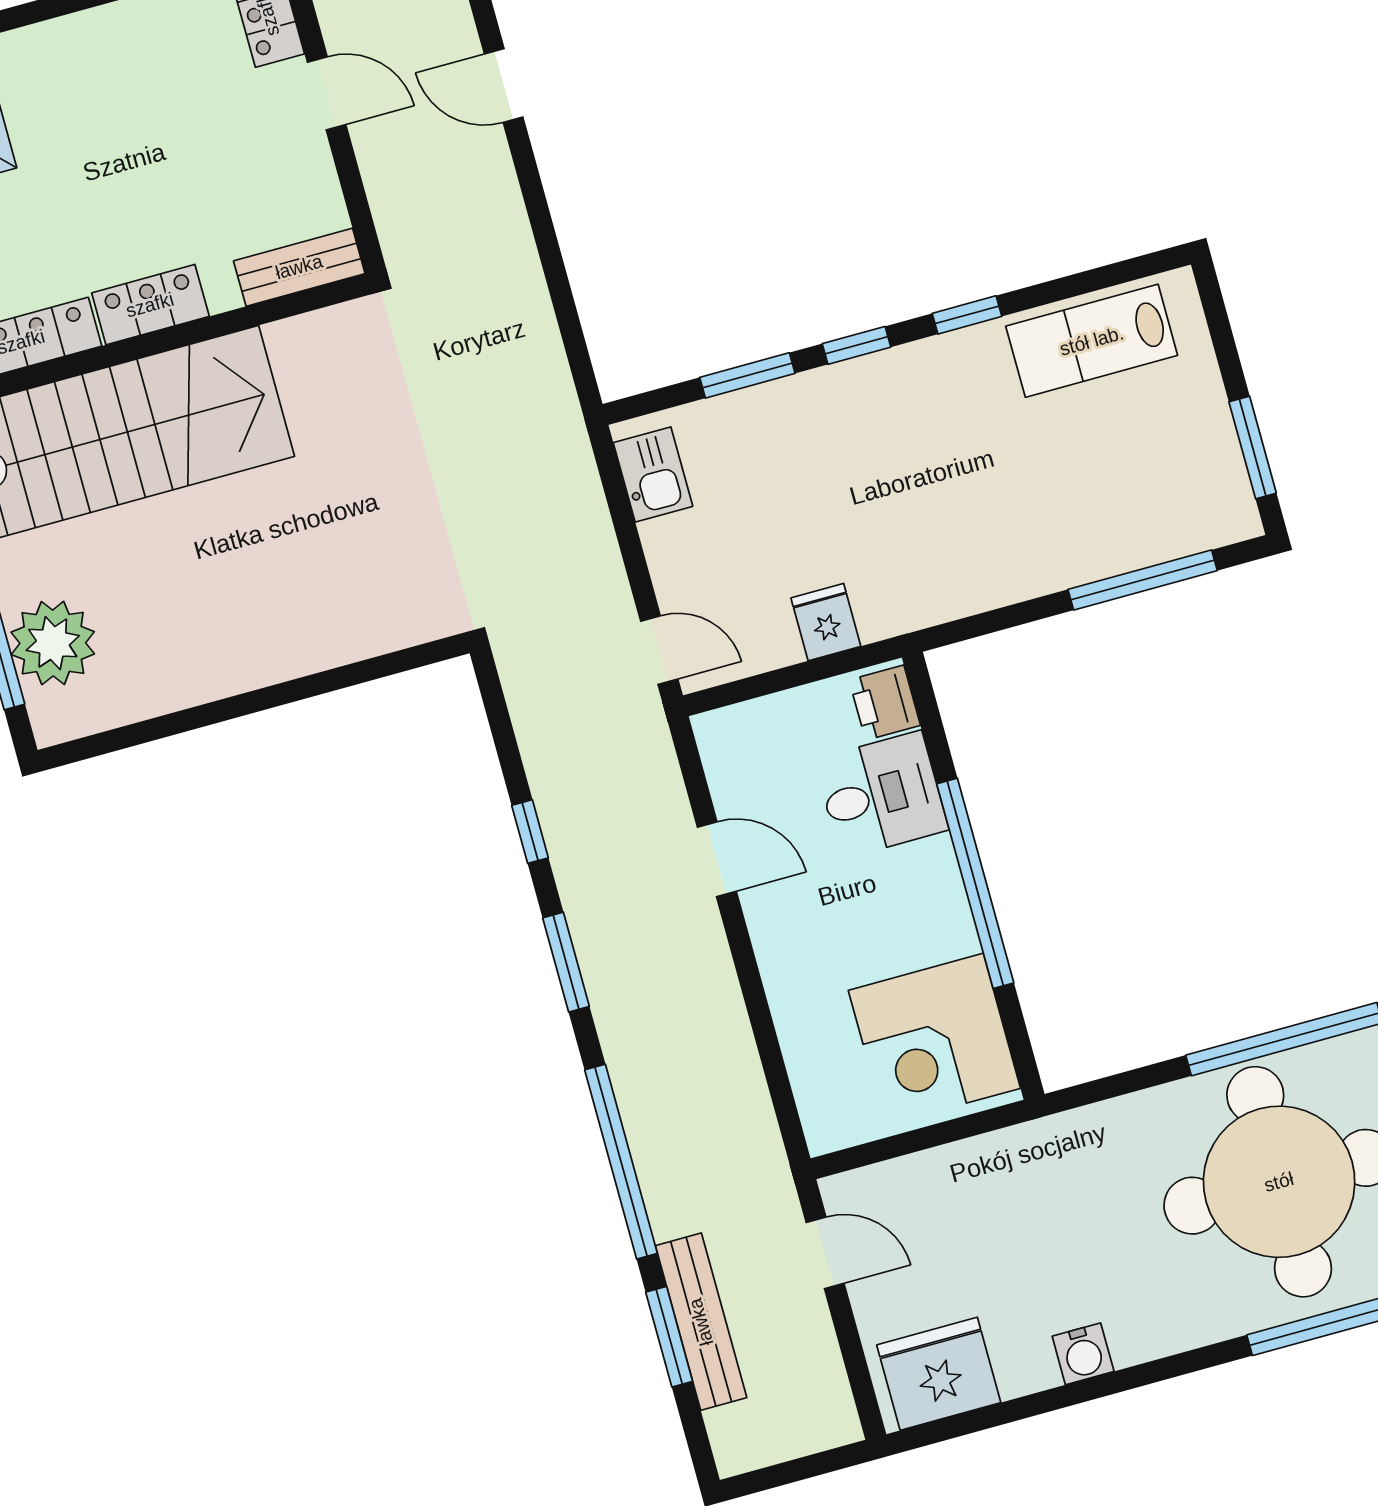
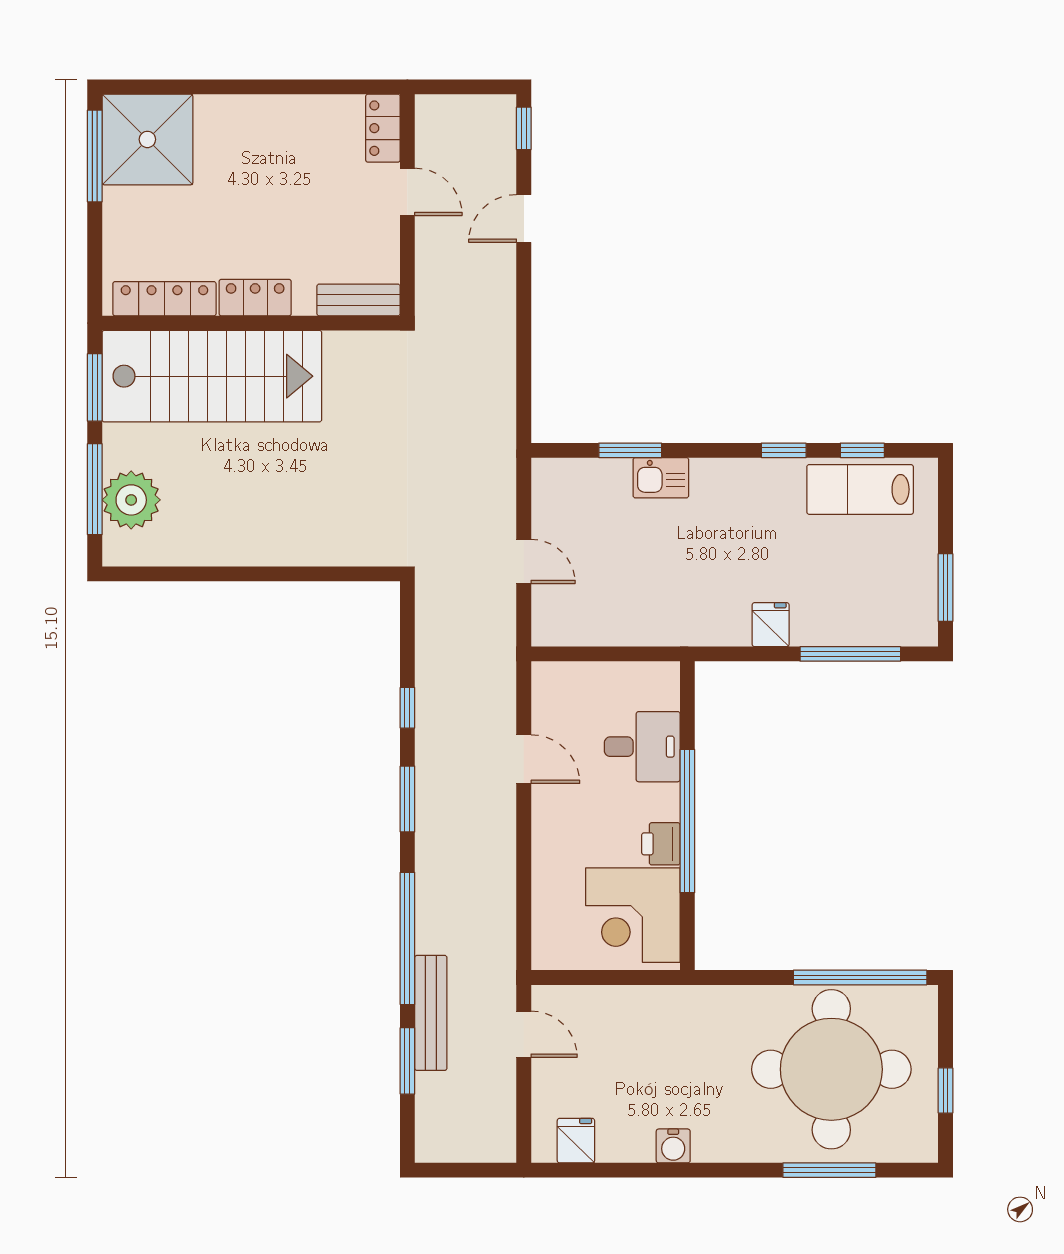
door: (504, 85) -> (524, 218), hinge flipped
window: (856, 345) -> (862, 450), moved
kitchen sink: (653, 475) -> (661, 478), moved, turned 90
fridge: (826, 622) -> (771, 625), moved
door: (659, 650) -> (524, 562), moved
printer: (885, 703) -> (661, 844), moved
bench: (701, 1322) -> (431, 1013), moved
fridge: (939, 1374) -> (576, 1141), width x0.53, depth x0.75

